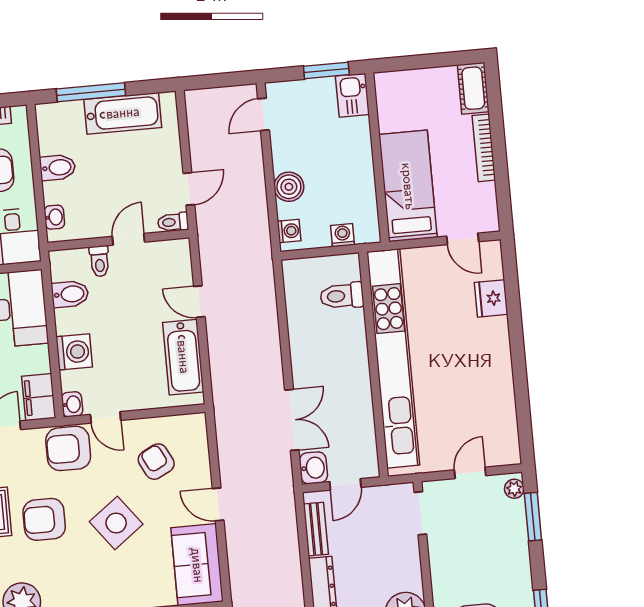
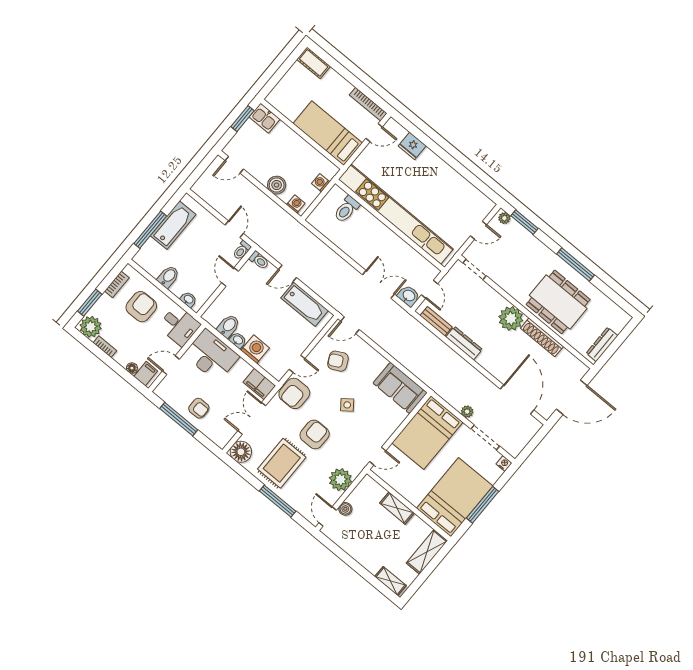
door: (264, 114) -> (234, 165), hinge flipped
bookcase: (484, 148) -> (368, 104), moved
toilet: (100, 261) -> (259, 260), moved
washbasin: (72, 404) -> (238, 340), moved
door: (470, 473) -> (478, 230), swing flipped
door: (218, 504) -> (350, 325), moved
armchair: (44, 519) -> (315, 434), turned 180
side table: (116, 523) -> (347, 405), width x0.54, depth x0.54

